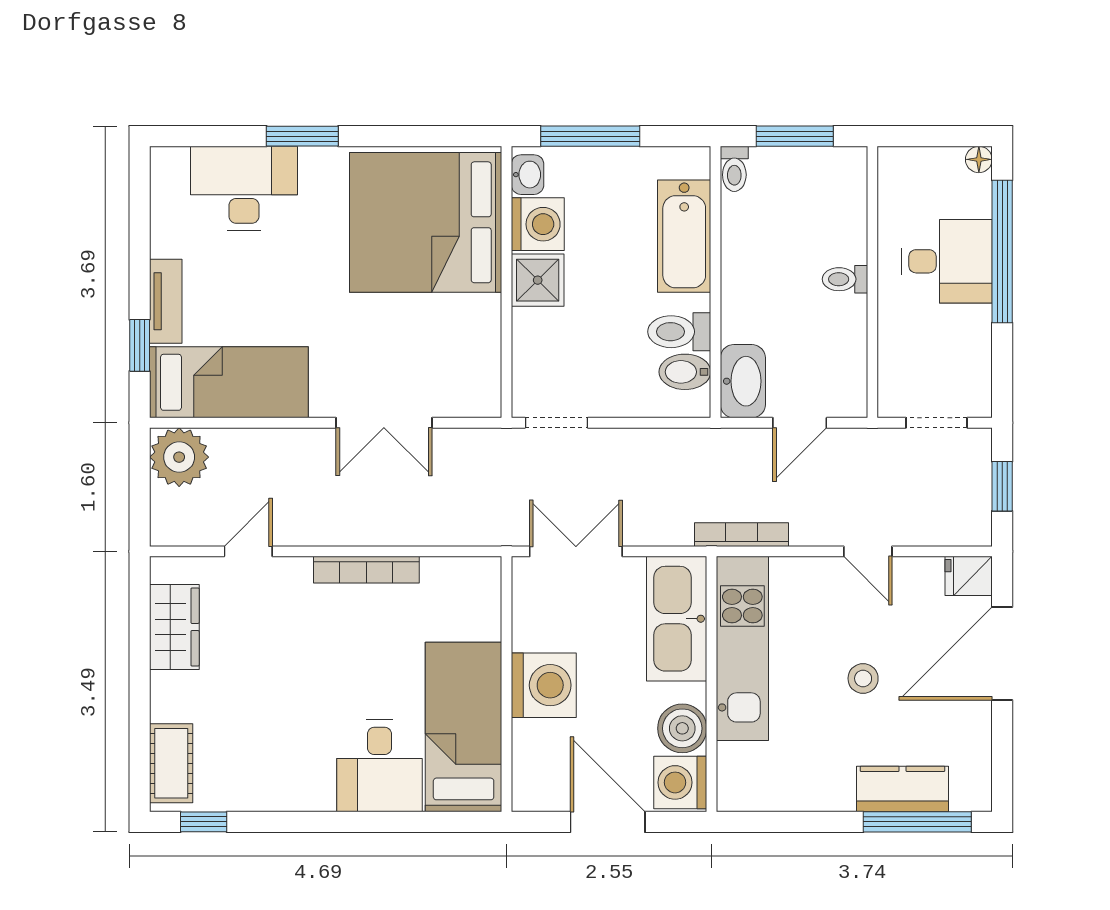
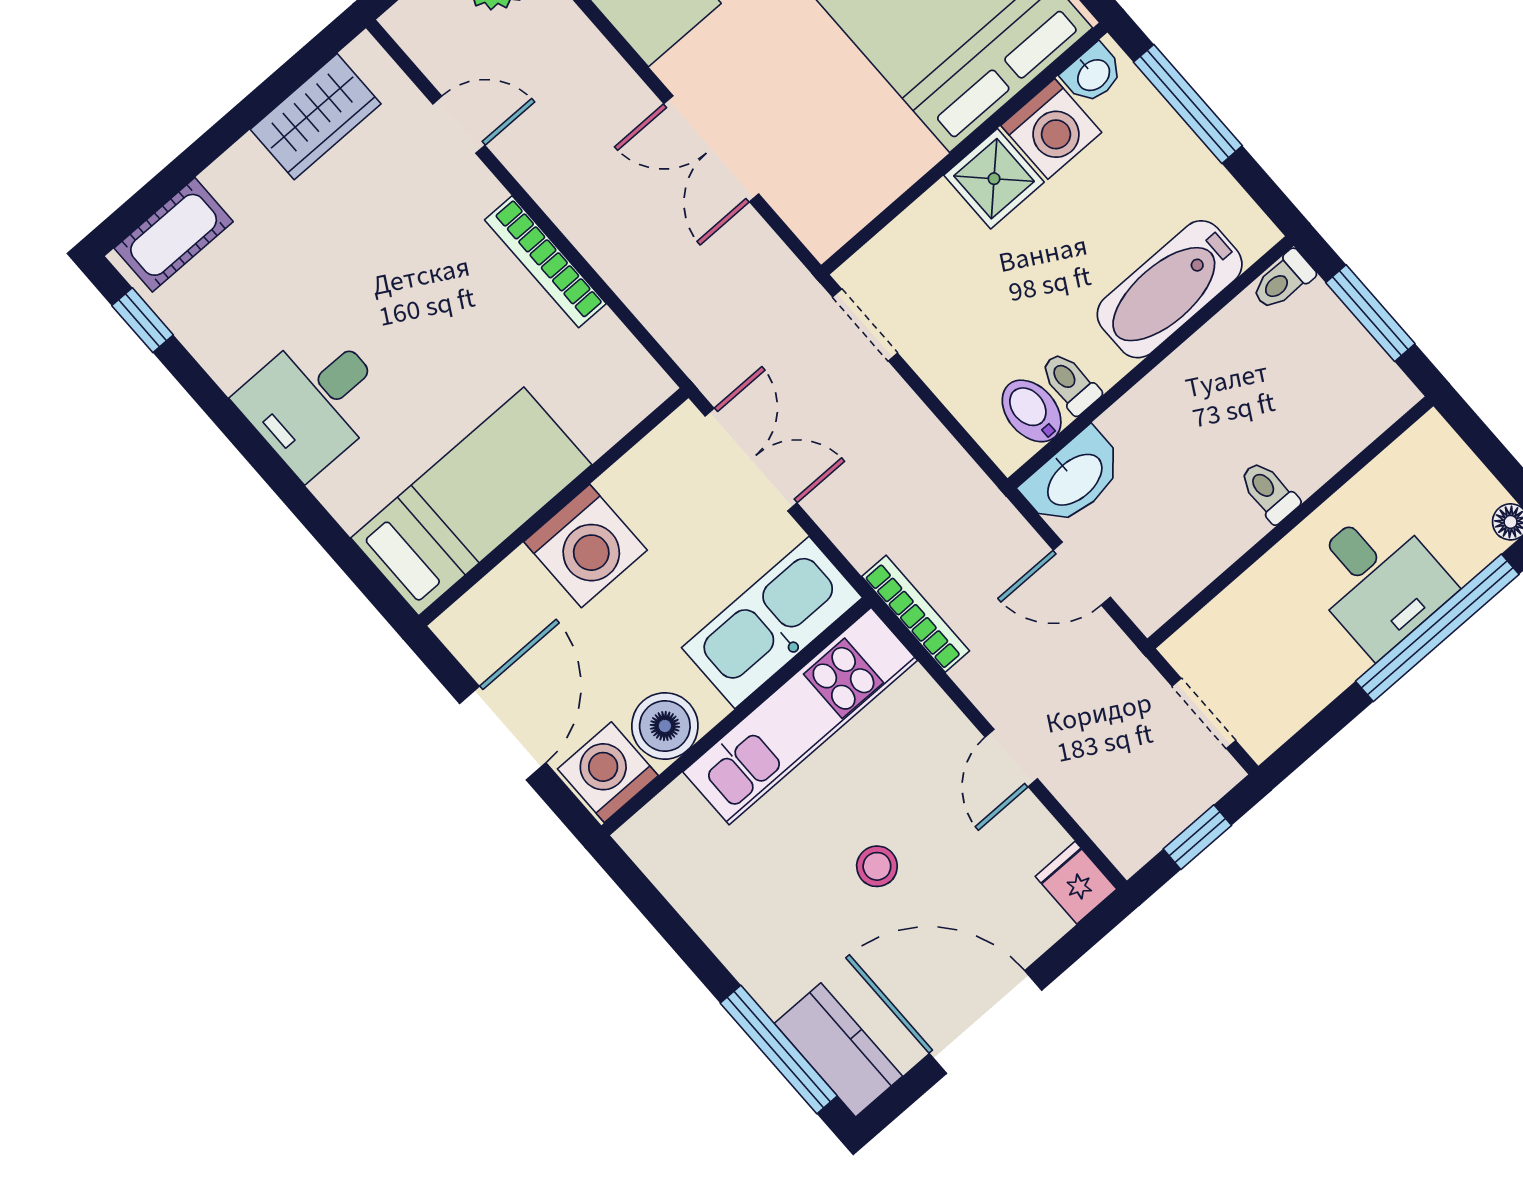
toilet: (679, 332) -> (1070, 383), width x0.73, depth x0.72
door: (1002, 653) -> (986, 1022), moved
desk: (379, 766) -> (314, 401), moved
kitchen counter: (903, 789) -> (838, 1050), moved

